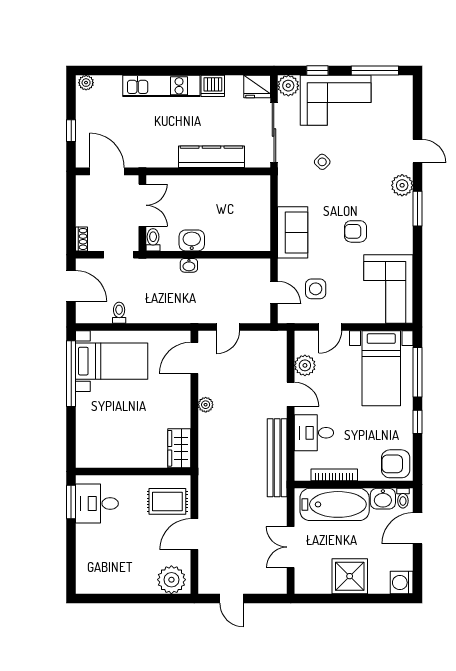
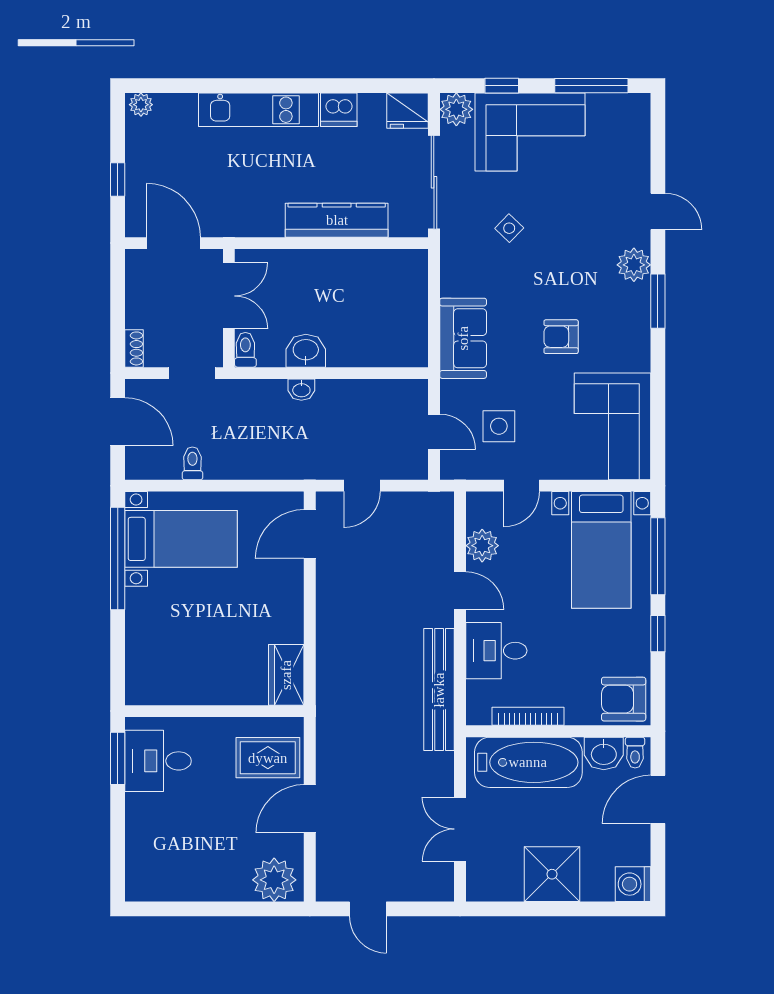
plant: (206, 405) -> (327, 607), removed

